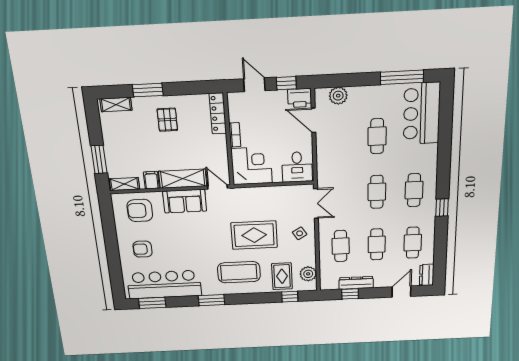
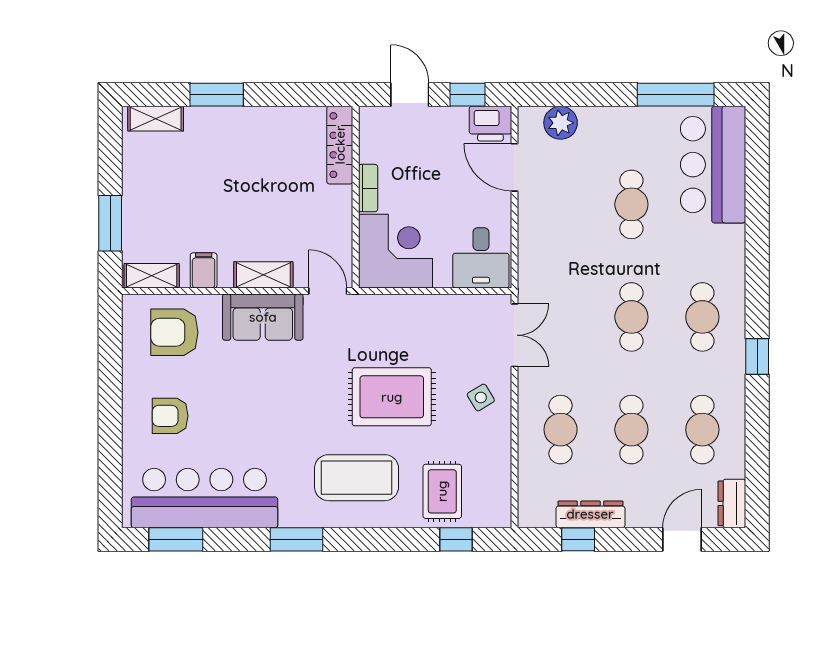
pallet: (167, 120) -> (246, 152), removed
shelving: (183, 179) -> (263, 275), width x0.67, depth x0.75
plant: (308, 274) -> (495, 489), removed

